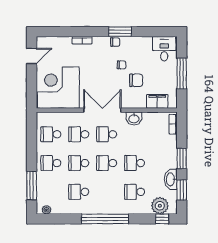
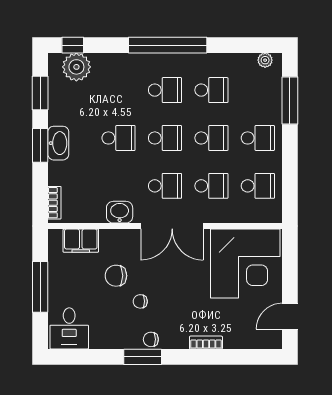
washbasin: (171, 179) -> (58, 143), moved
school desk: (135, 192) -> (165, 90), moved

